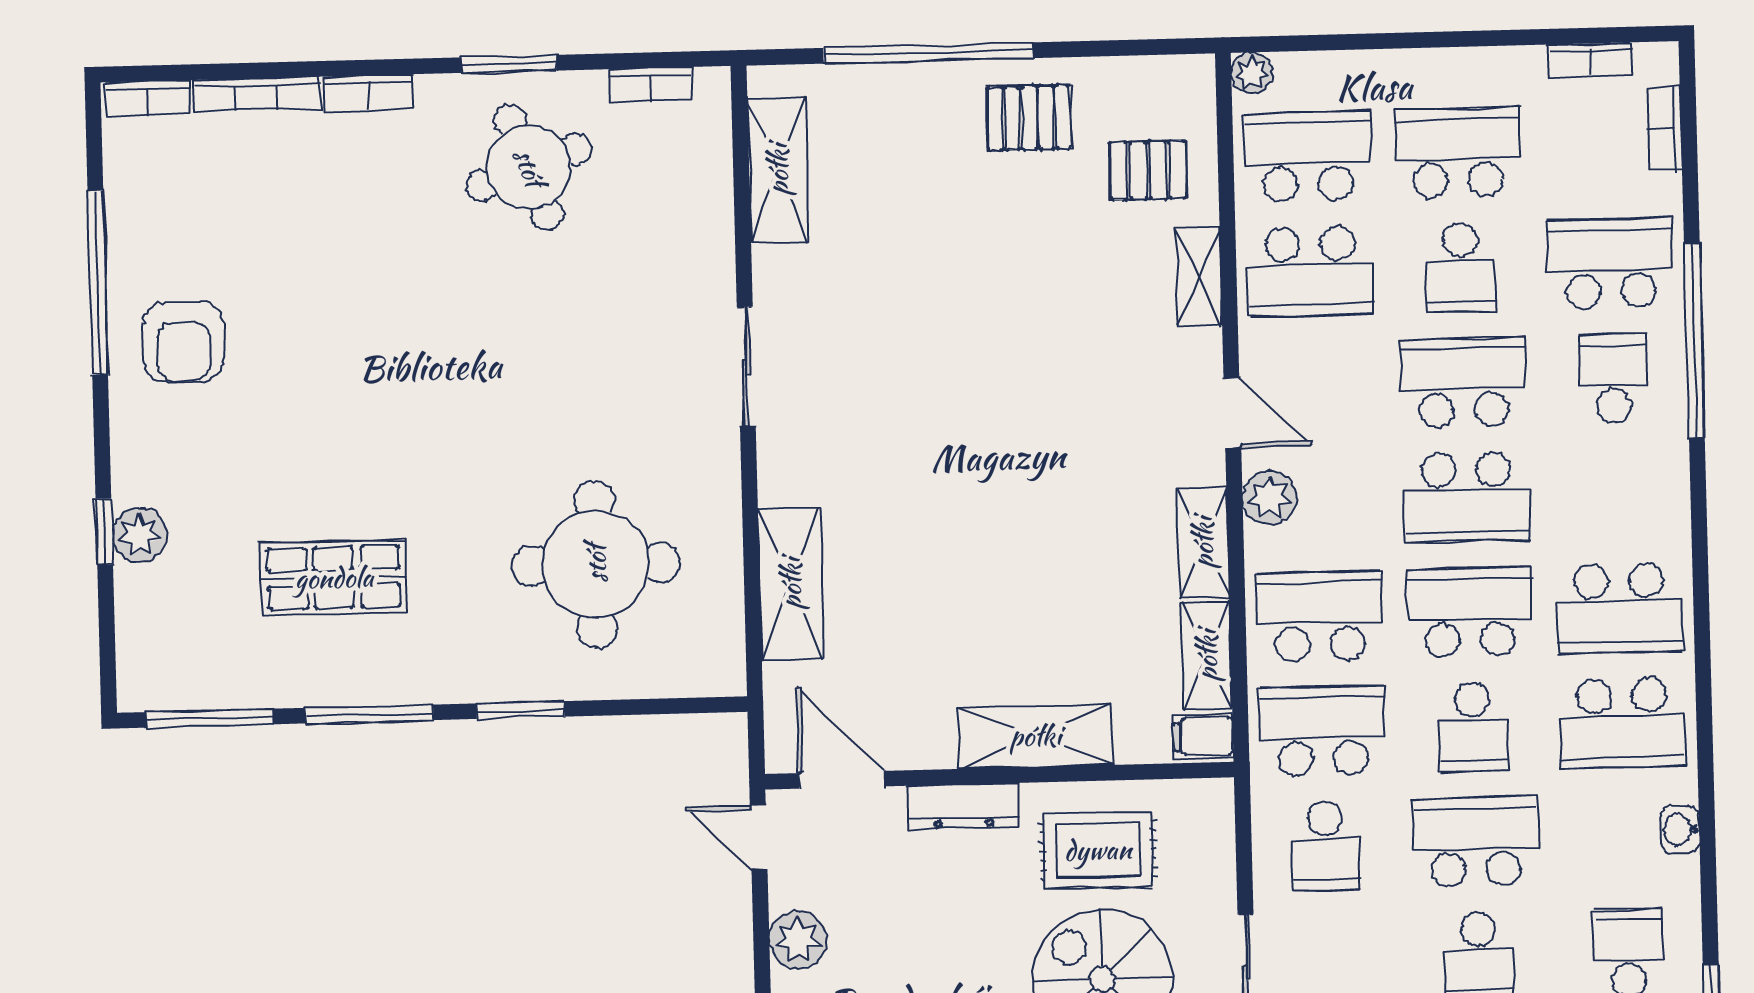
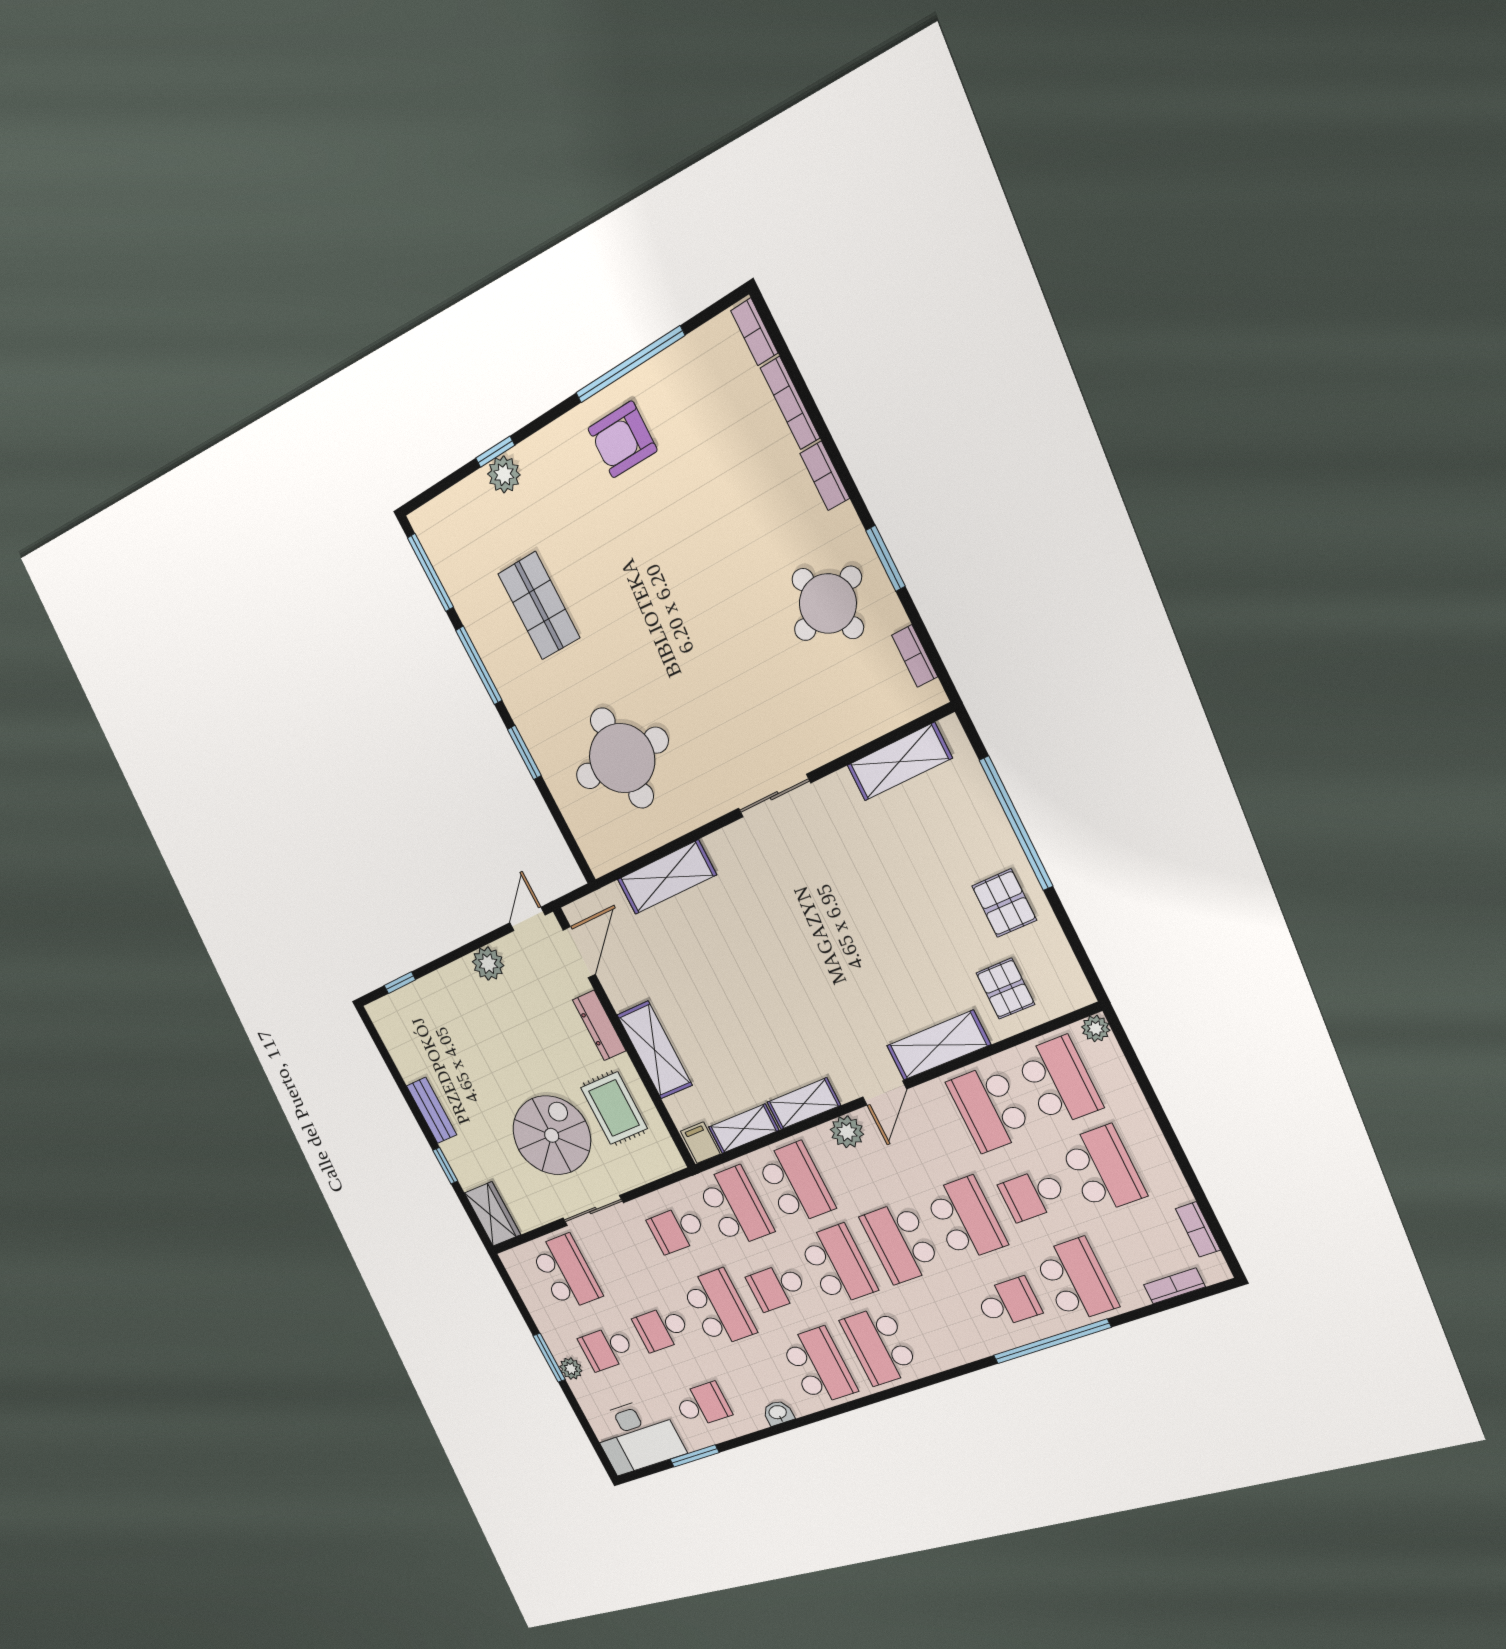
shelving: (1199, 277) -> (938, 1045), width x1.50, depth x1.33
school desk: (1622, 723) -> (819, 1366), turned 180

